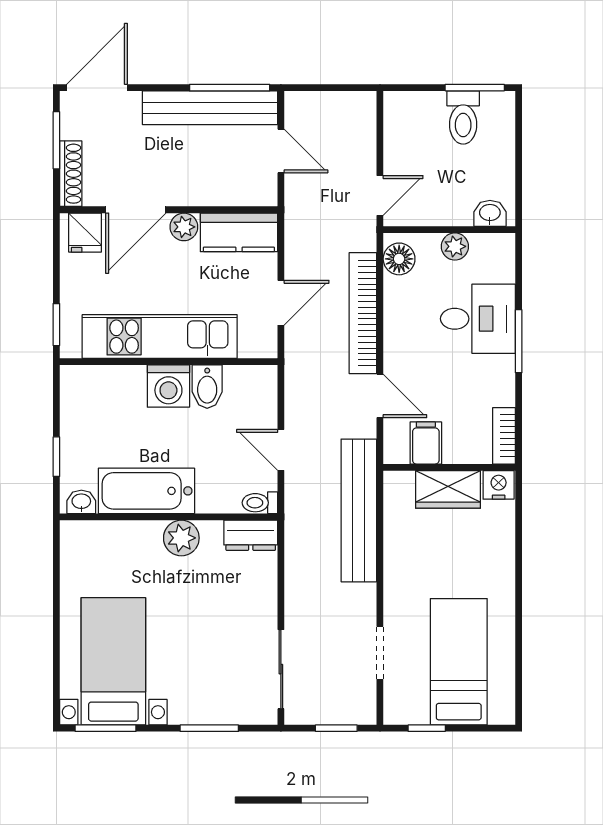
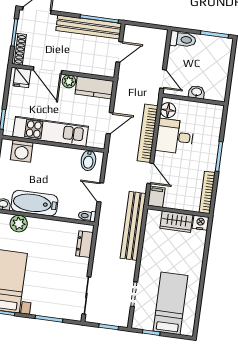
toilet: (463, 118) -> (183, 39), moved, turned -90
door: (281, 151) -> (119, 52), hinge flipped
door: (380, 195) -> (163, 79), hinge flipped
door: (136, 210) -> (47, 70), hinge flipped
washbasin: (490, 213) -> (197, 92), moved
plant: (455, 246) -> (195, 108), removed
desk: (478, 319) -> (175, 136), moved, turned 180
washing machine: (168, 386) -> (22, 151), moved
bidet: (207, 387) -> (88, 161), moved
bookcase: (504, 436) -> (207, 192), width x1.56
filing cabinet: (426, 443) -> (156, 197), moved
dresser: (251, 535) -> (84, 244), moved, turned 90
plant: (181, 538) -> (19, 224), moved

